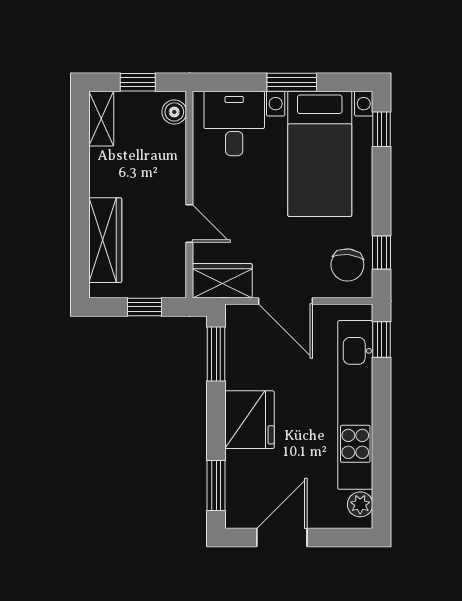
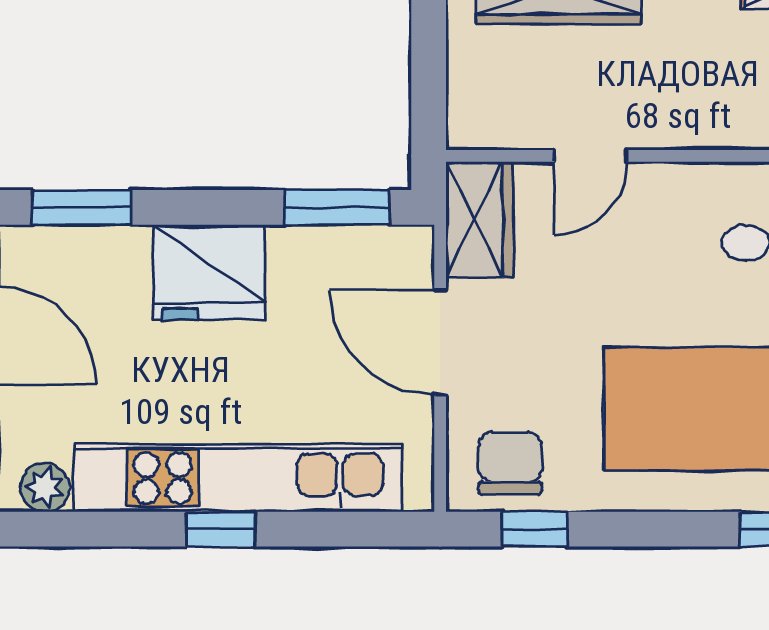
chair: (347, 265) -> (510, 463), turned 84
door: (285, 301) -> (440, 342), hinge flipped
window: (144, 307) -> (429, 68), removed
window: (382, 340) -> (220, 529), moved

